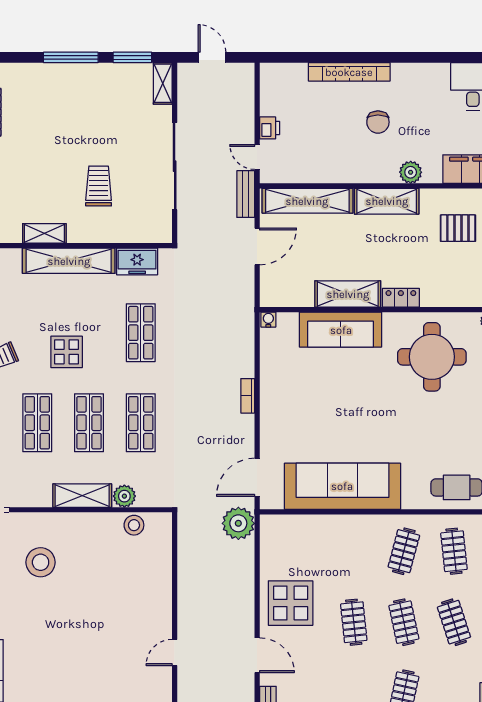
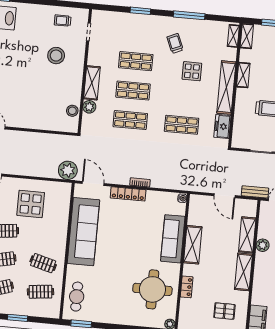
plant: (411, 172) -> (263, 245), moved
shelving: (307, 201) -> (247, 235), width x0.68
pallet: (458, 228) -> (224, 311), turned 90
locker: (401, 298) -> (187, 287), moved
display table: (67, 352) -> (192, 71), moved
locker: (270, 415) -> (128, 194), added
display table: (291, 603) -> (31, 204), moved

